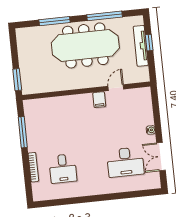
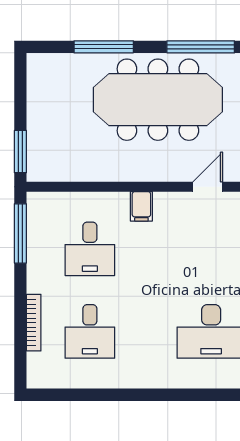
filing cabinet: (99, 100) -> (141, 206), moved
desk: (58, 126) -> (90, 249), added
window: (23, 132) -> (20, 233), moved

